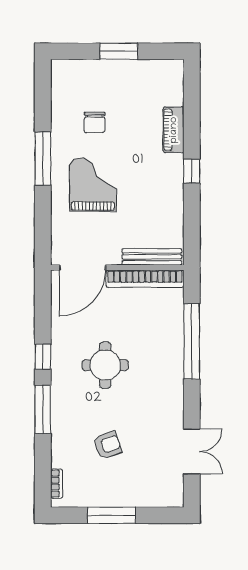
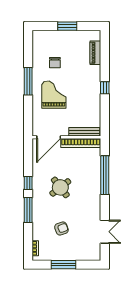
piano: (174, 130) -> (95, 53), moved
round table: (105, 365) -> (60, 187), turned -38

